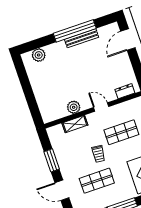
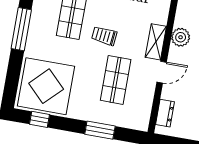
shelving: (75, 124) -> (156, 42), moved

